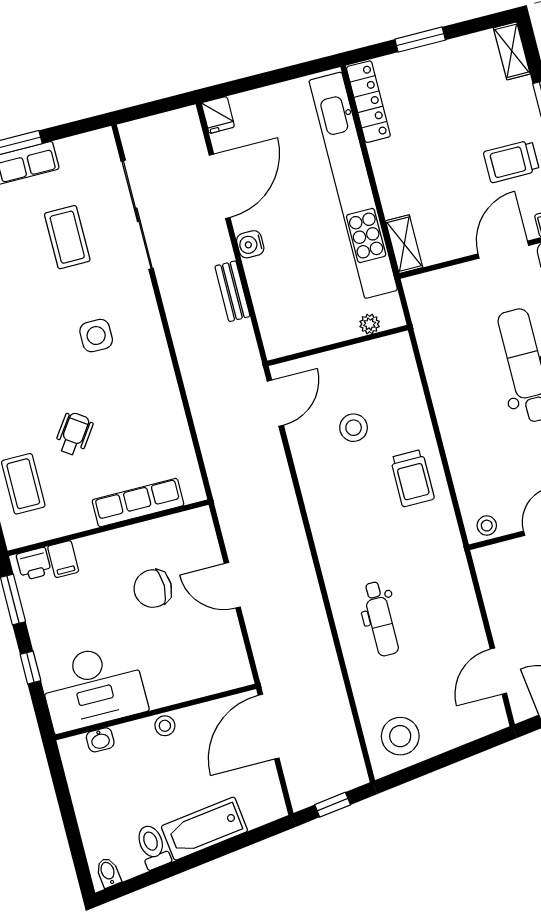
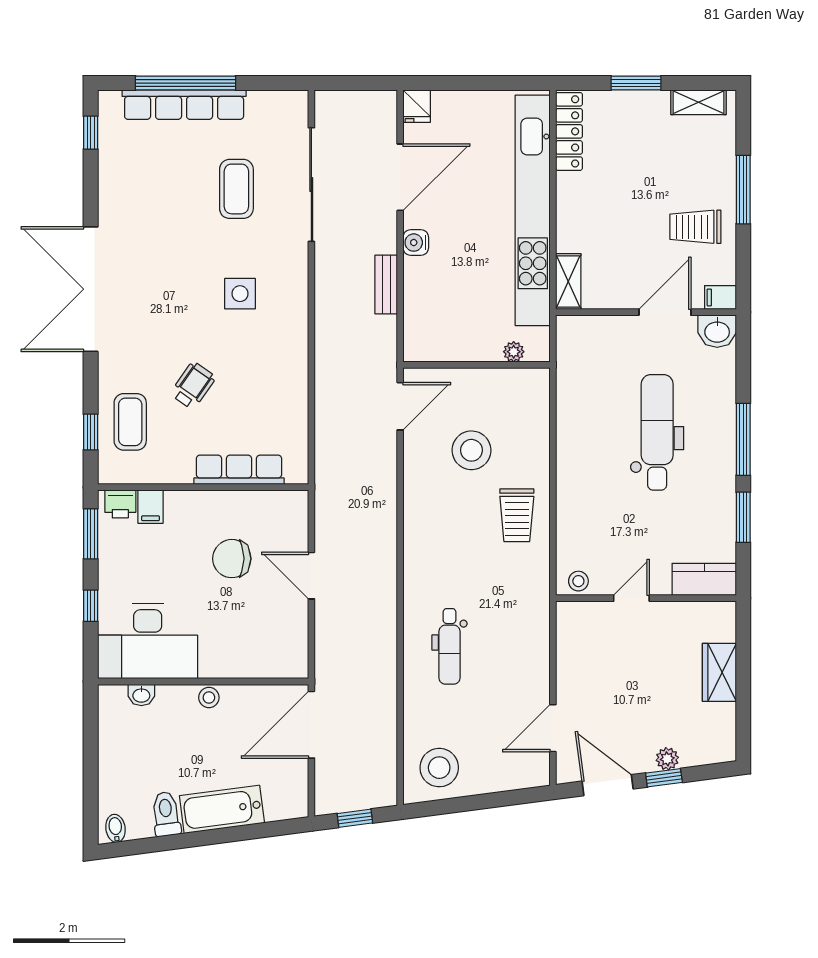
shelving: (512, 51) -> (698, 102), moved, turned 90
stool: (354, 428) -> (471, 450), width x1.38, depth x1.38

